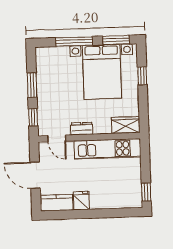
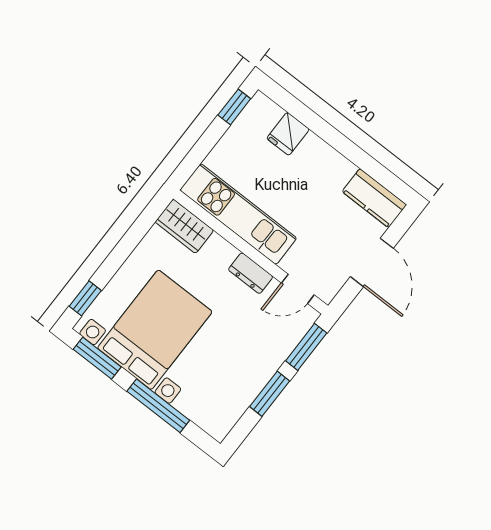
window: (142, 76) -> (85, 298), moved
window: (33, 117) -> (306, 347), width x1.50
door: (57, 138) -> (298, 289), swing flipped
fridge: (81, 201) -> (288, 134), moved

